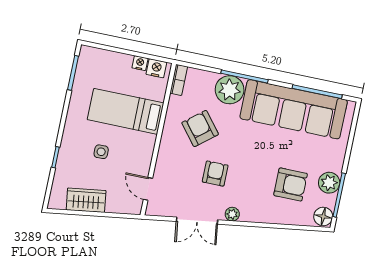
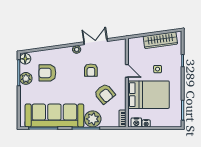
bed: (126, 111) -> (149, 95), width x1.50
door: (148, 189) -> (127, 71), moved
wardrobe: (86, 200) -> (160, 40), width x1.50

